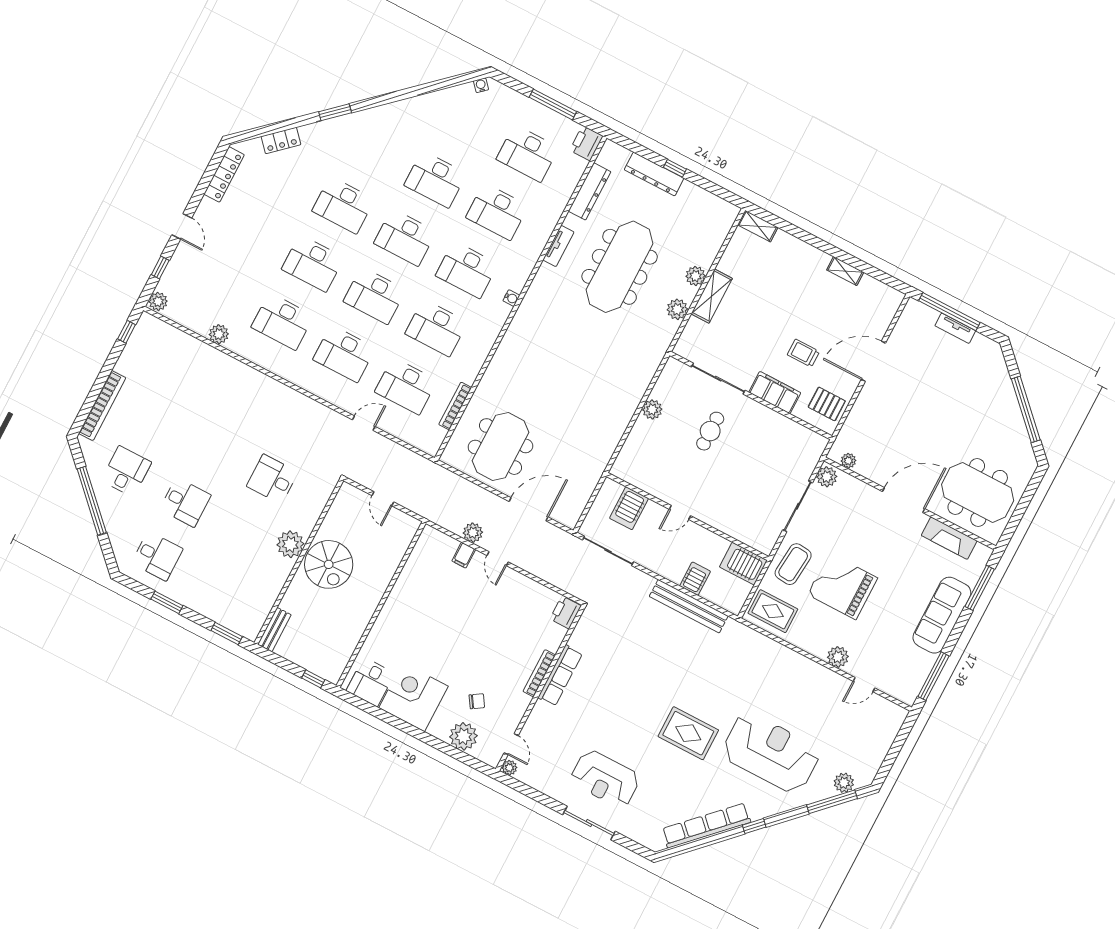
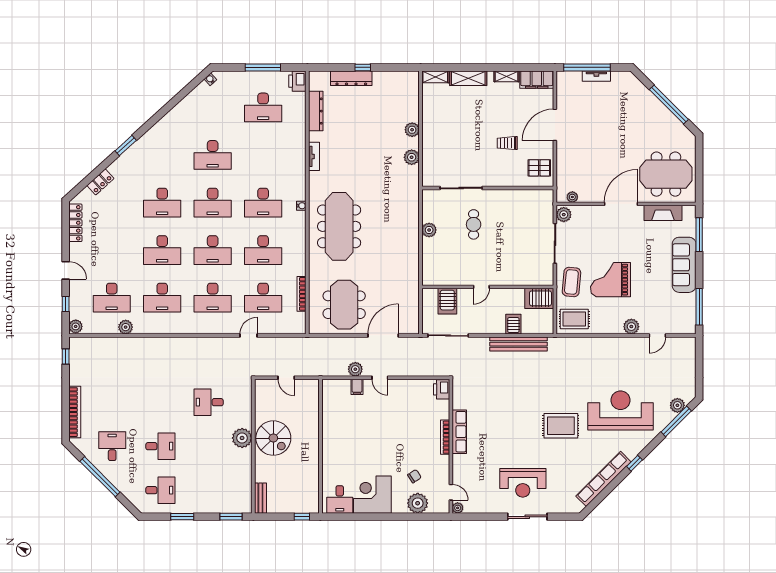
desk: (497, 212) -> (112, 298), moved
meeting table: (620, 267) -> (339, 226), moved
shelving: (712, 296) -> (468, 78), moved, turned 90
filing cabinet: (775, 393) -> (537, 80), moved, turned 180

